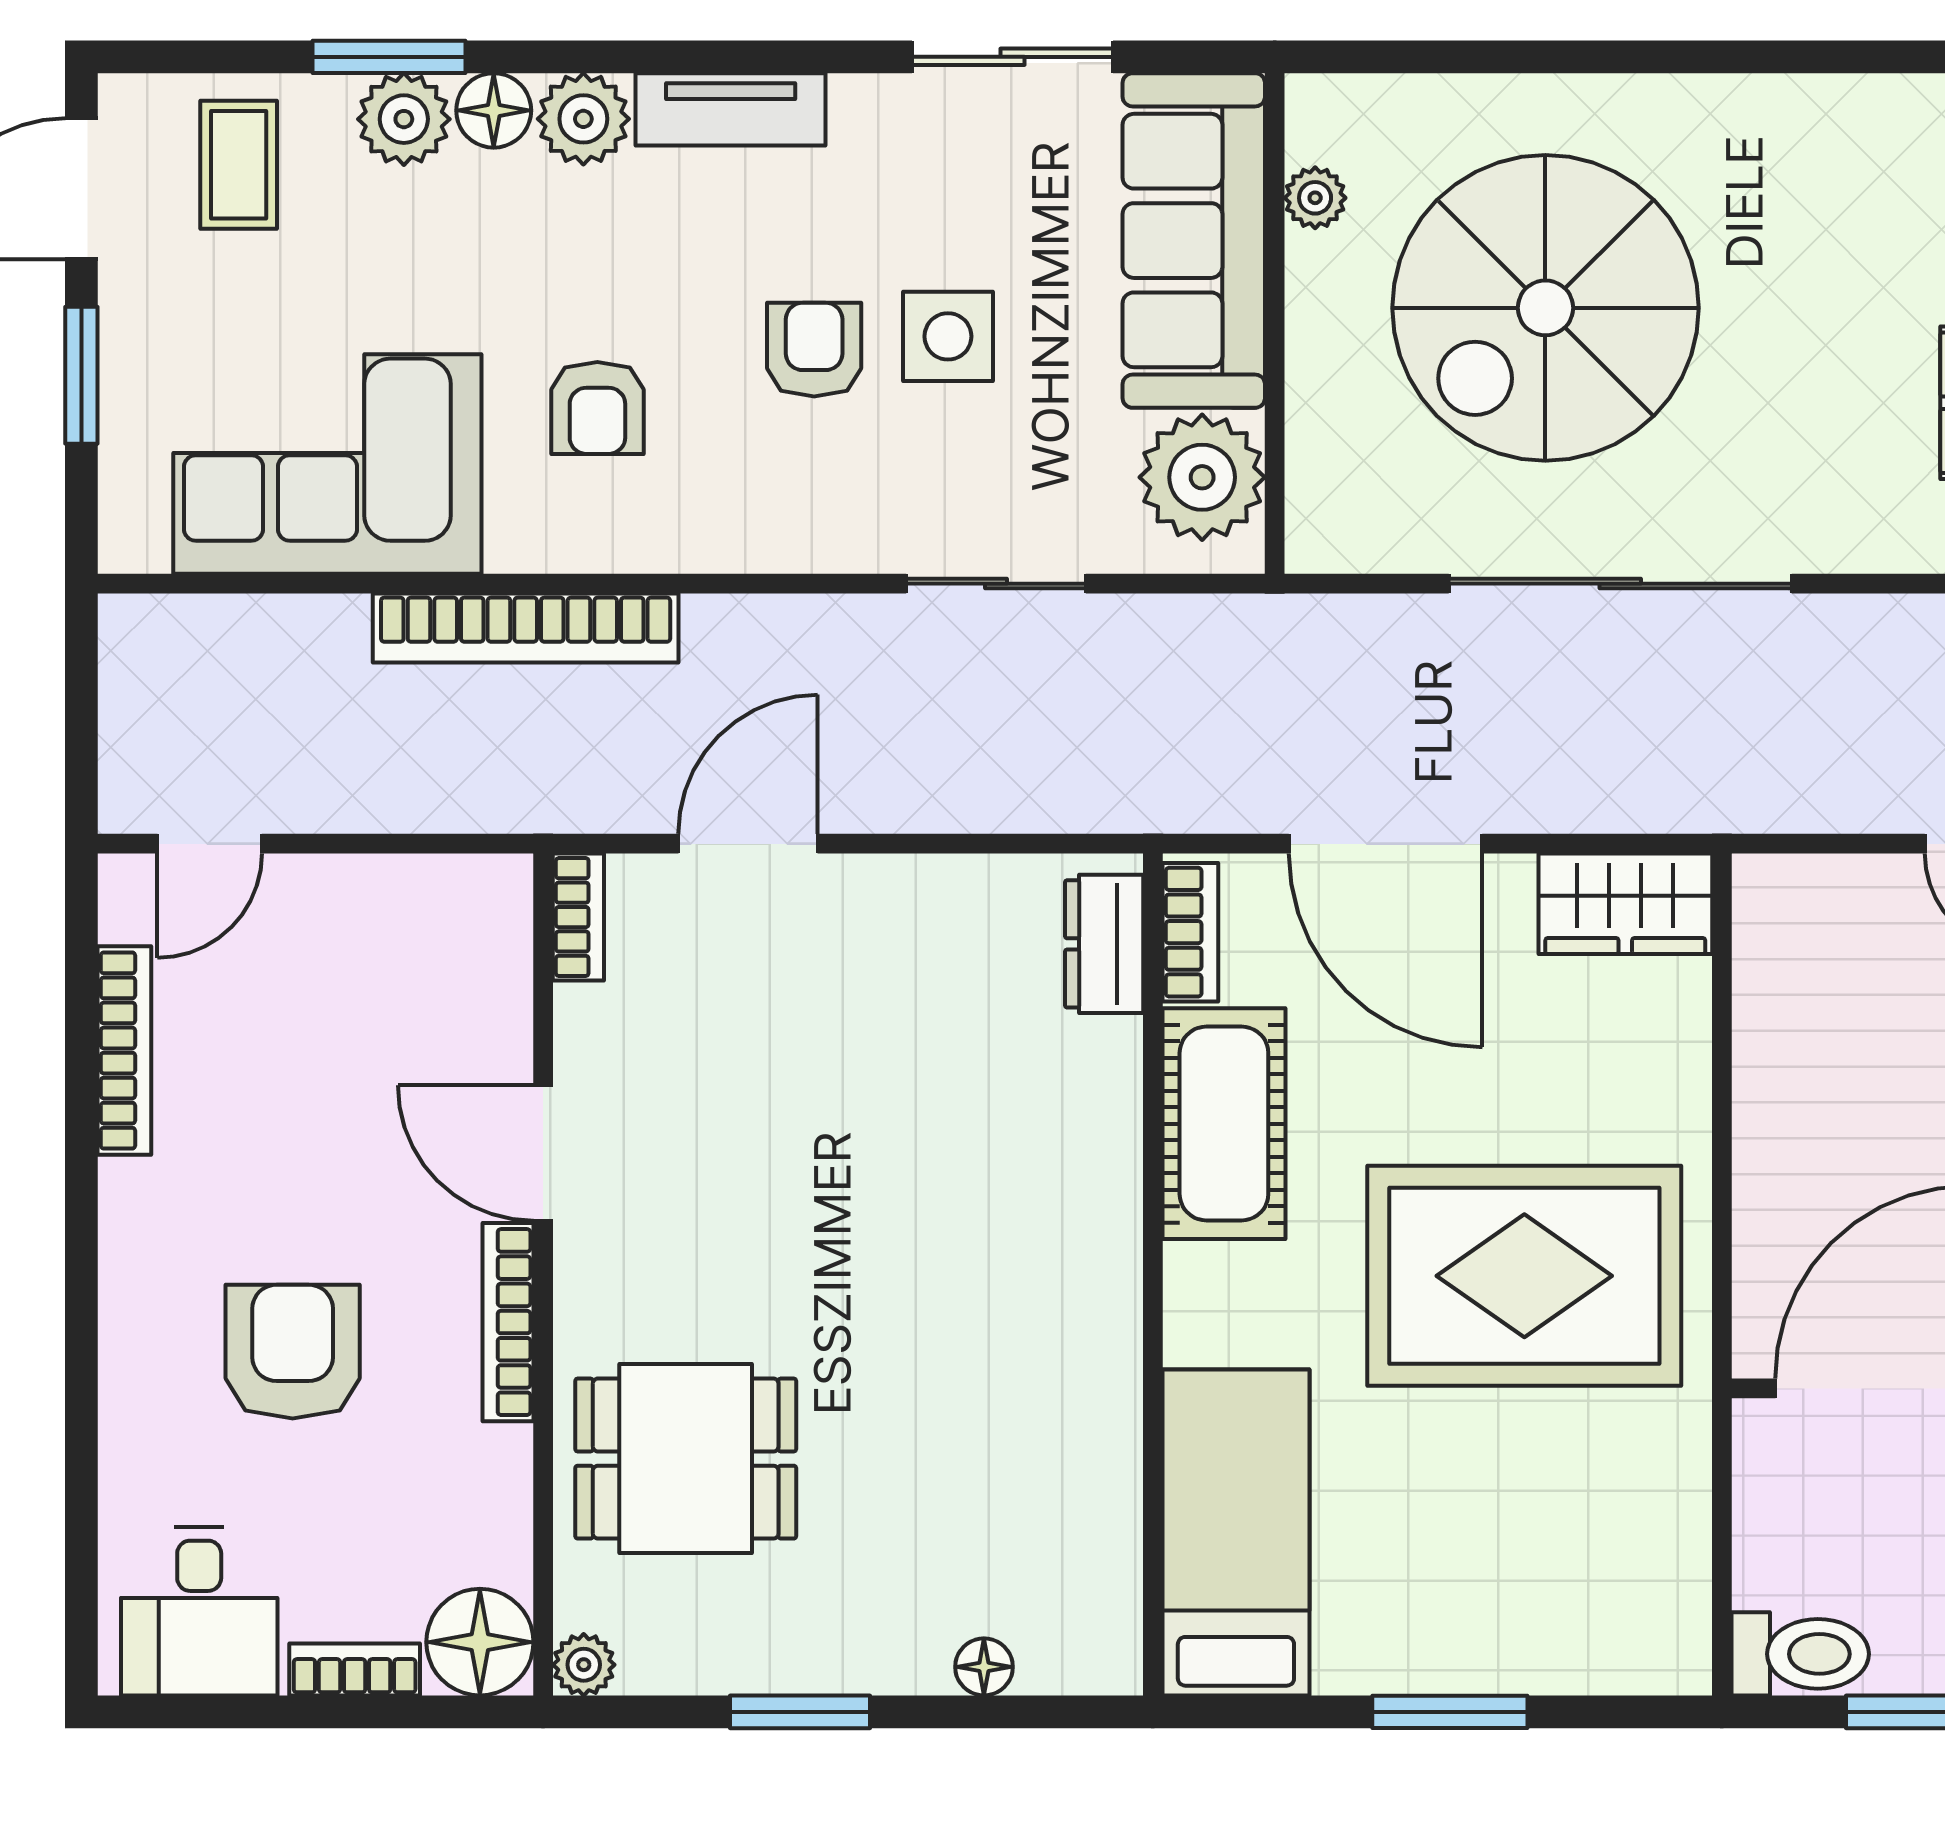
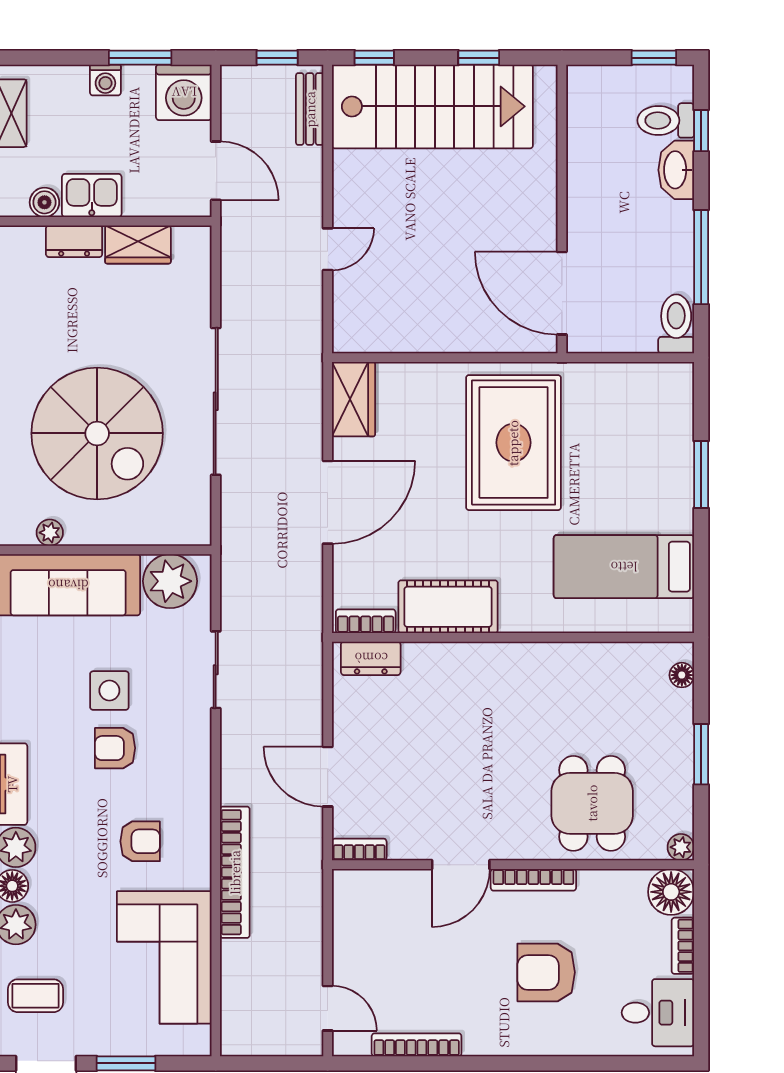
bookcase: (1190, 932) -> (366, 621), moved
dresser: (1104, 944) -> (371, 658), moved
cot: (1224, 1124) -> (448, 607), moved
wall: (1153, 1275) -> (513, 637), moved

